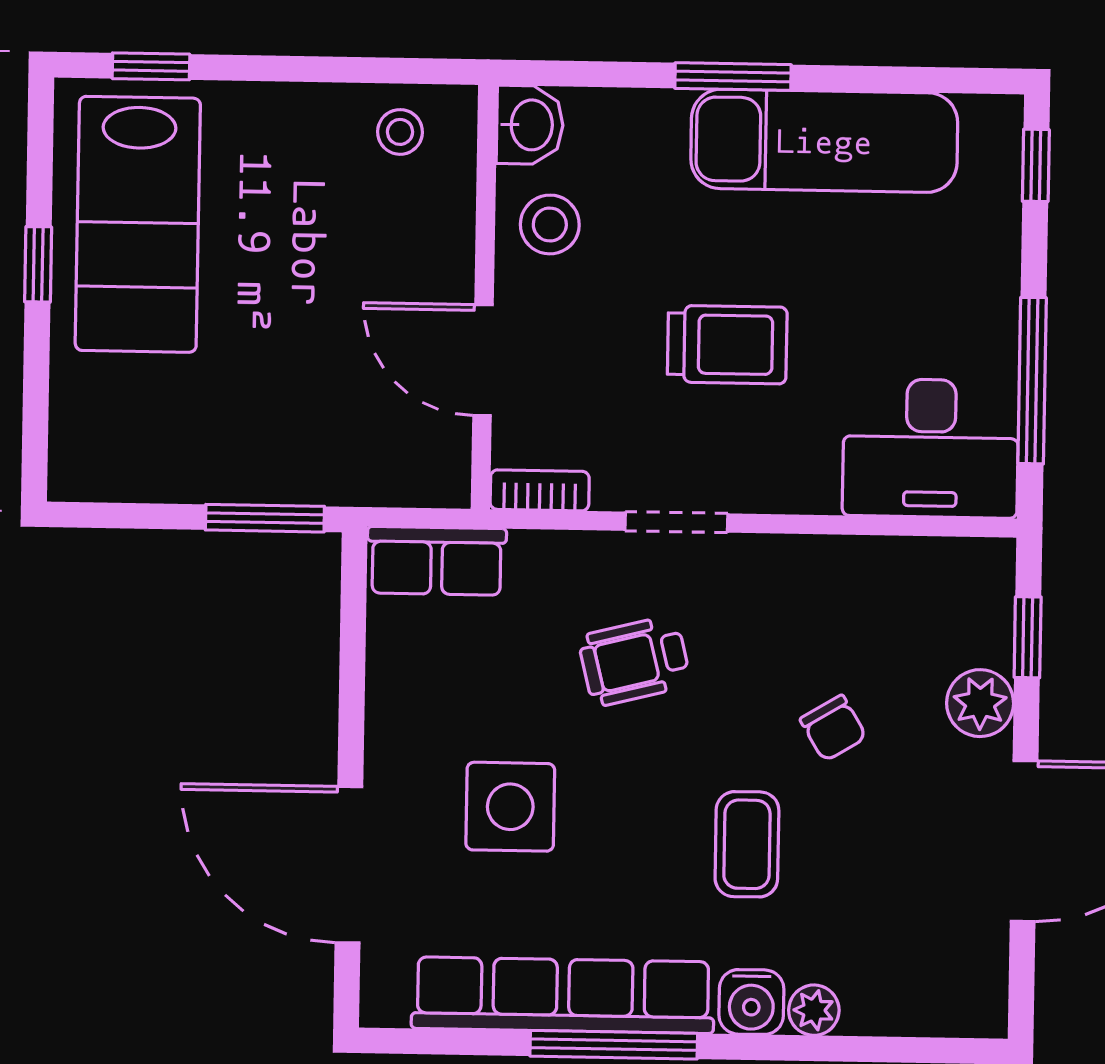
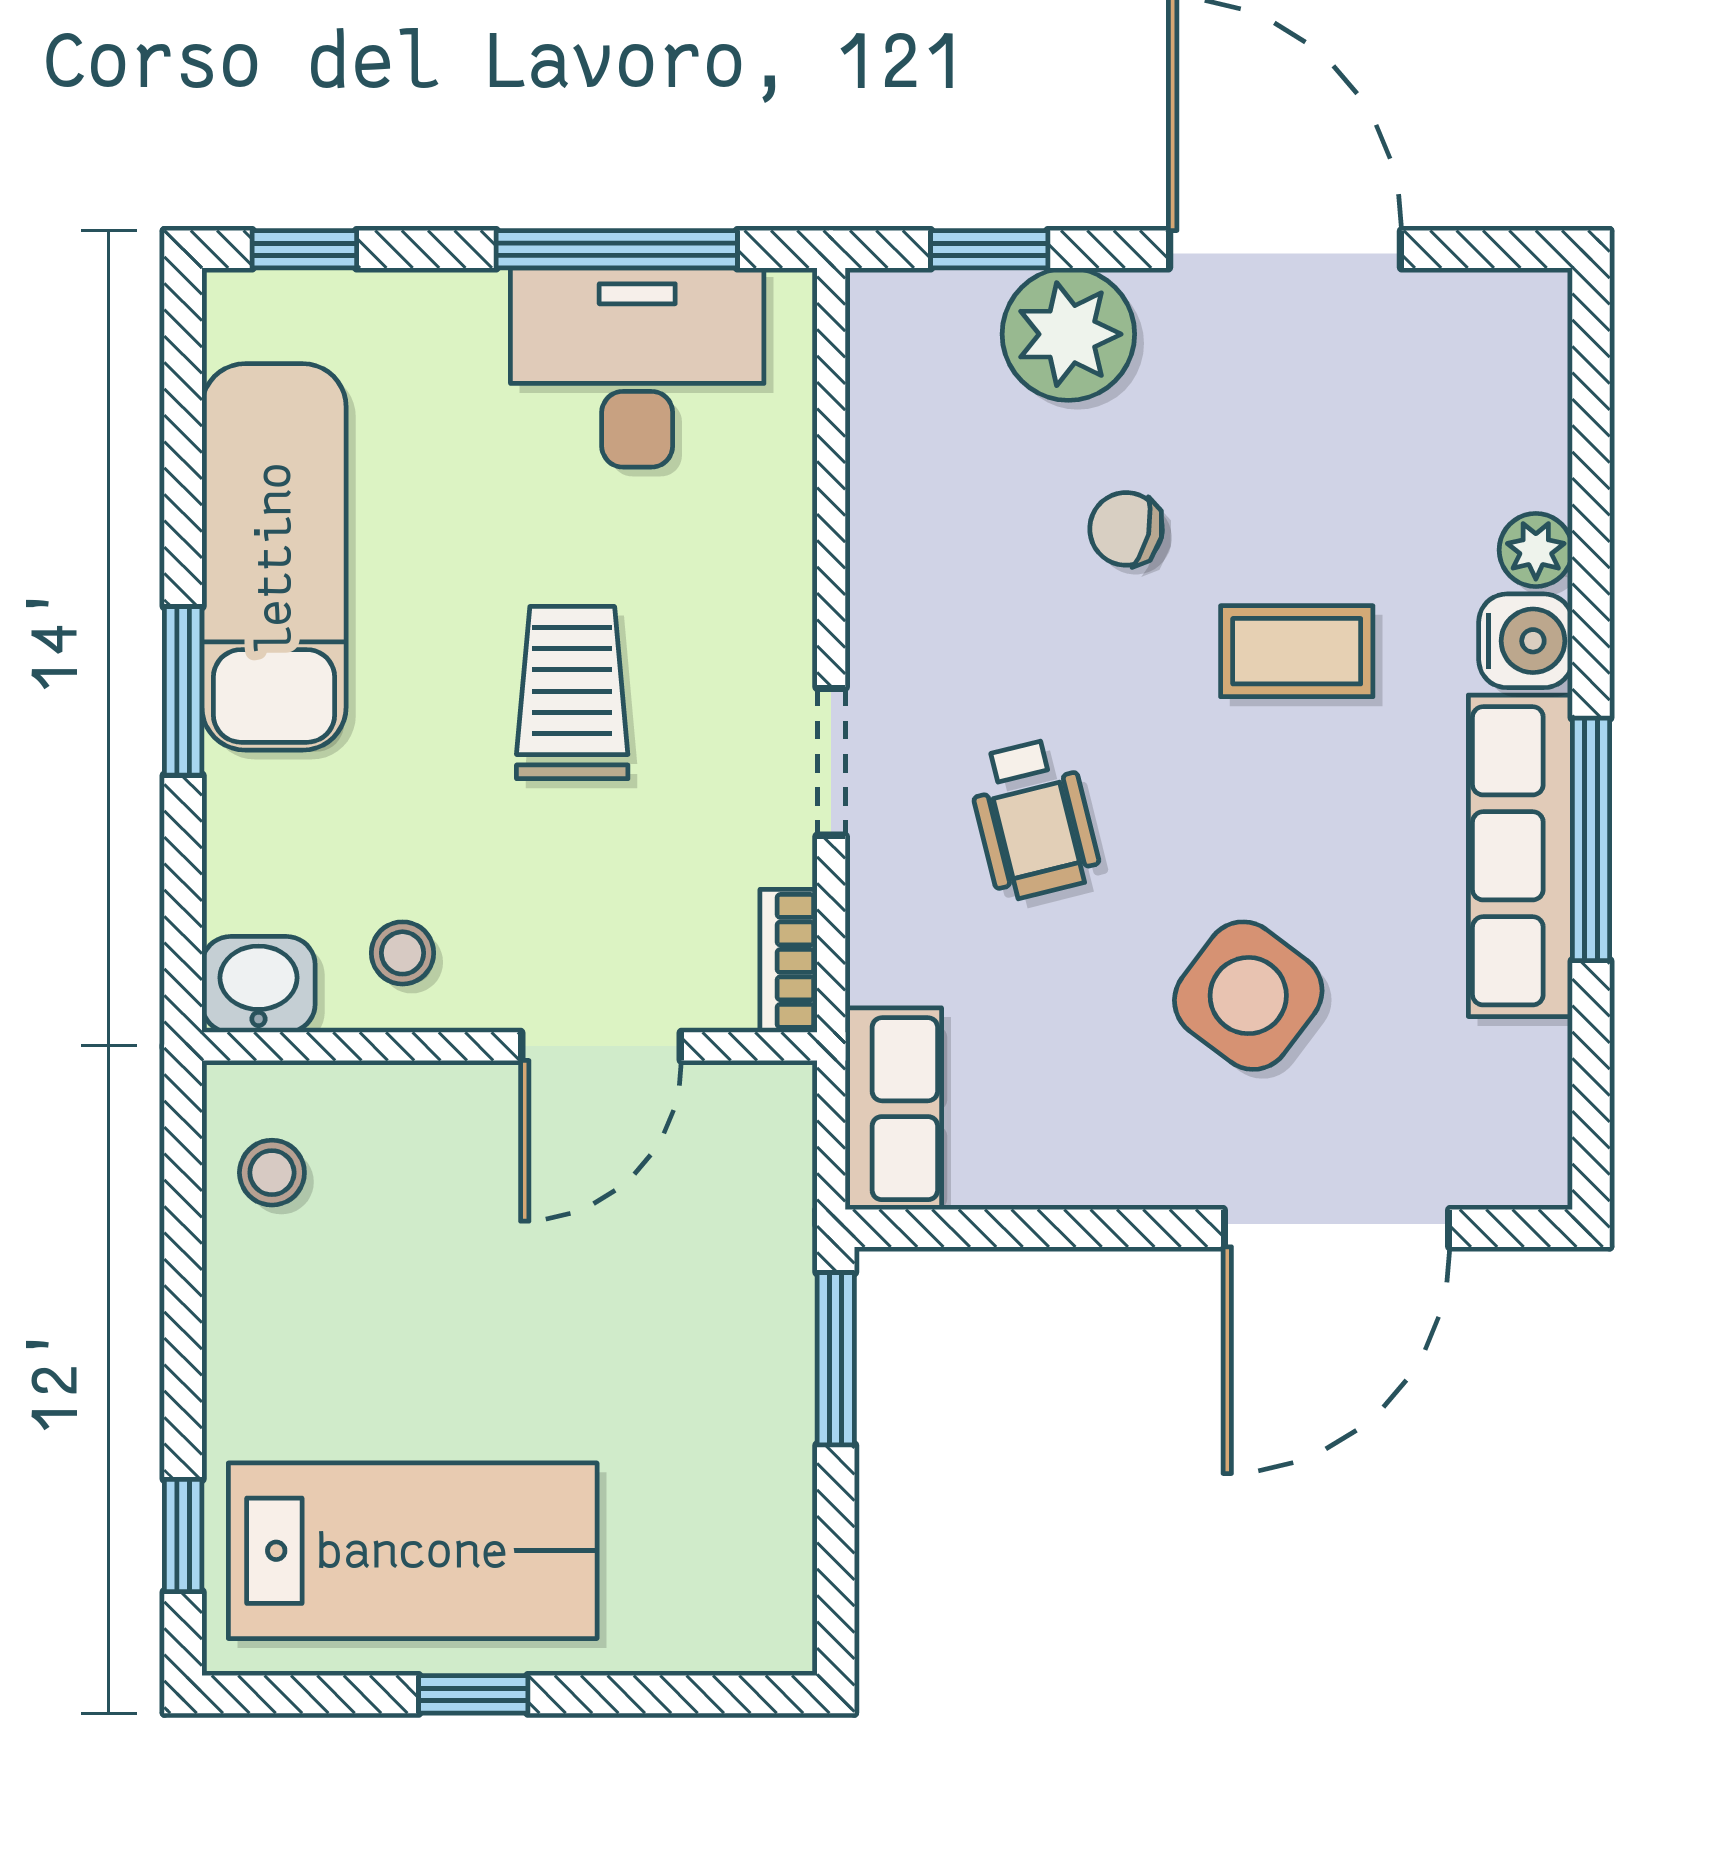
stool: (550, 224) -> (402, 953), width x0.73, depth x0.73
desk: (931, 448) -> (637, 368), moved, turned -90
plant: (980, 703) -> (1068, 334), width x1.36, depth x1.36
chair: (833, 728) -> (1126, 529), turned -136
side table: (510, 807) -> (1248, 996), turned 37
row of seats: (563, 995) -> (1520, 856), width x0.73

